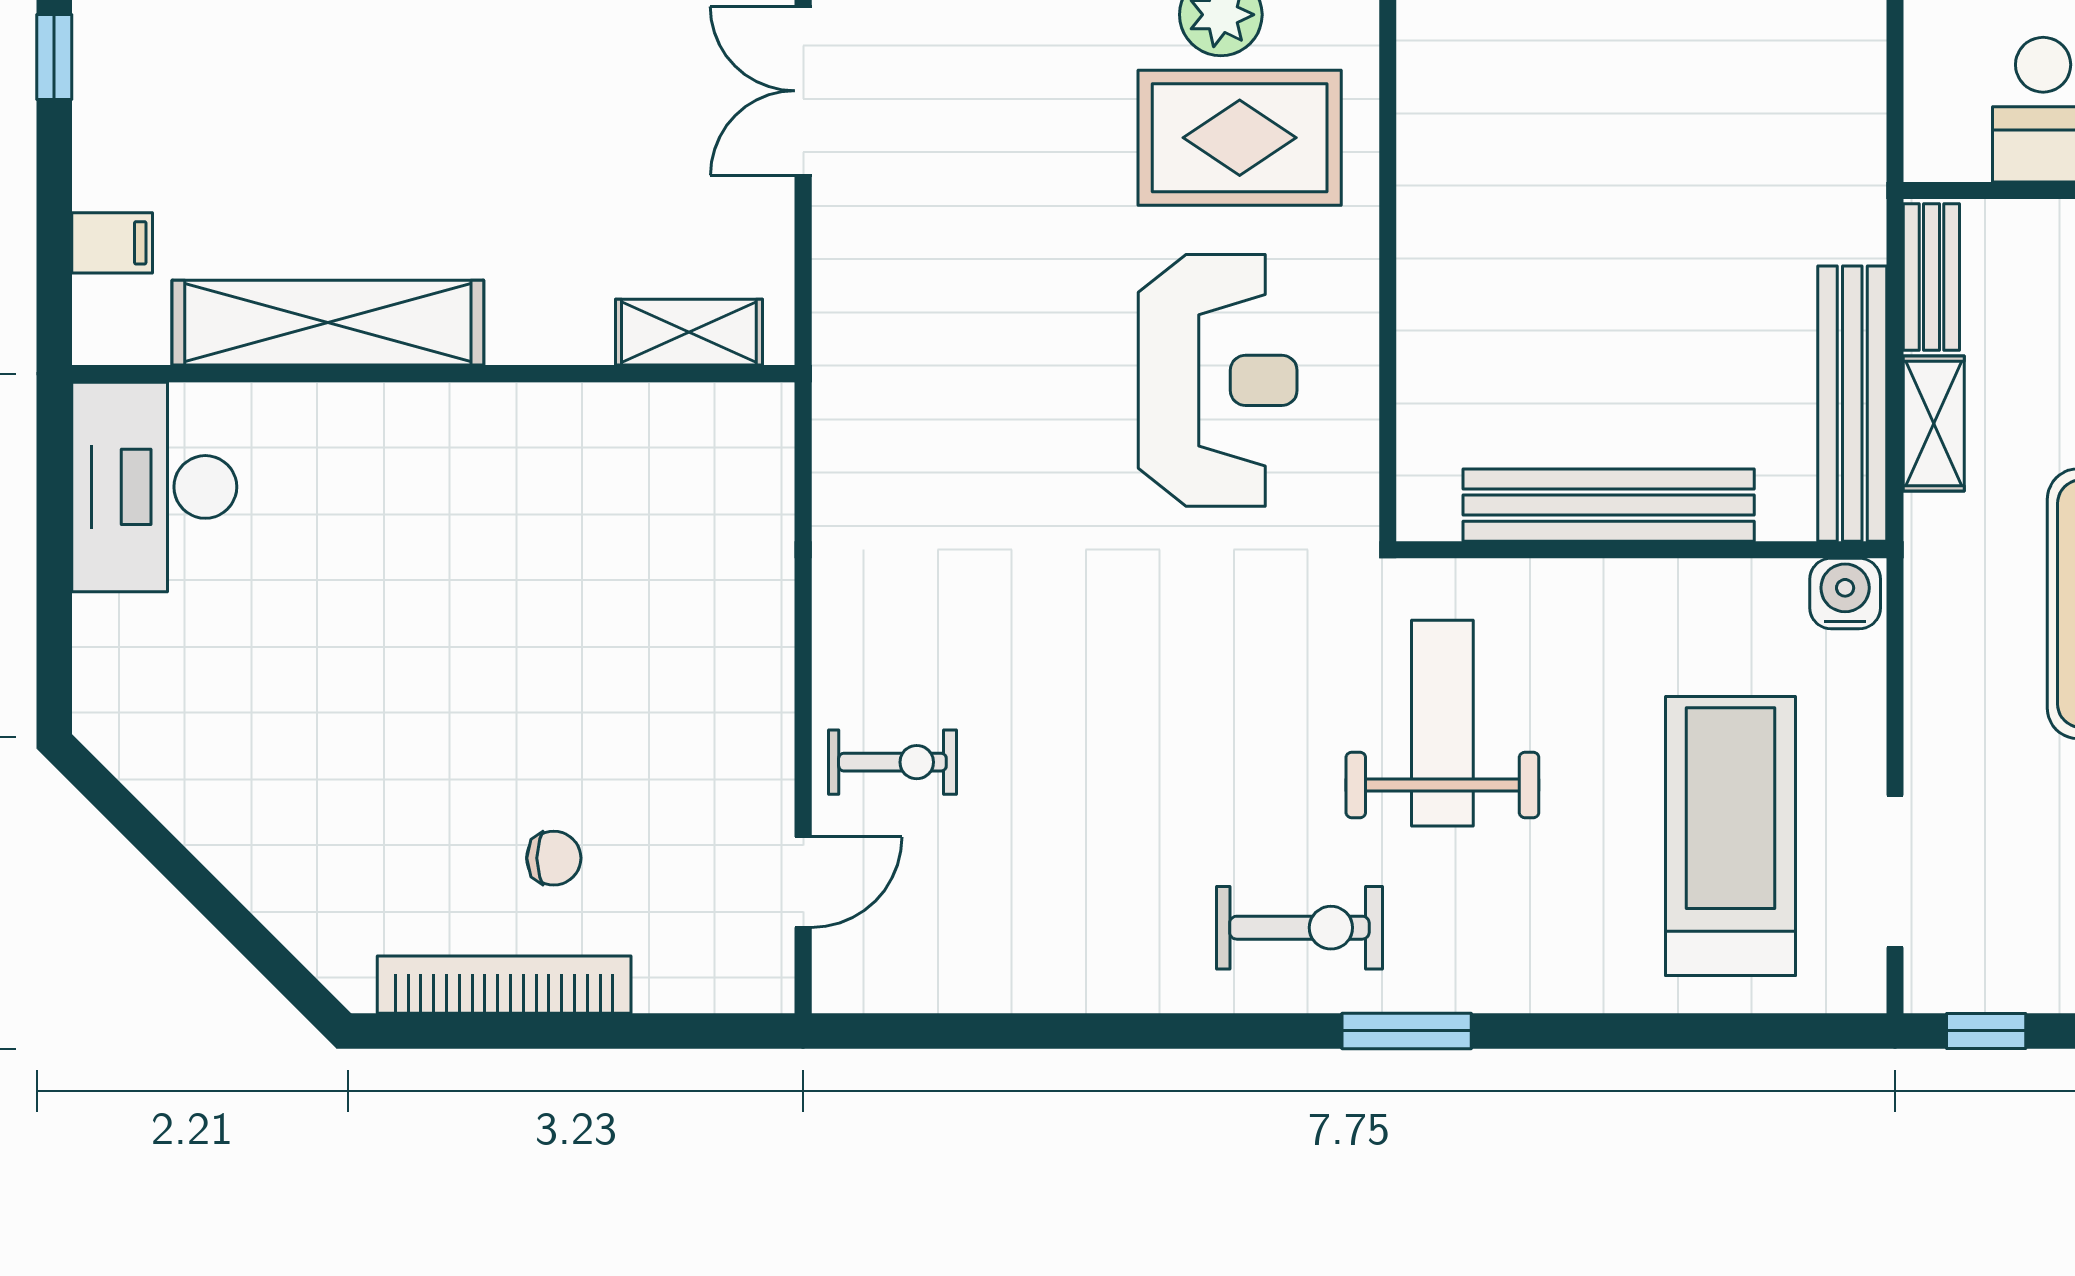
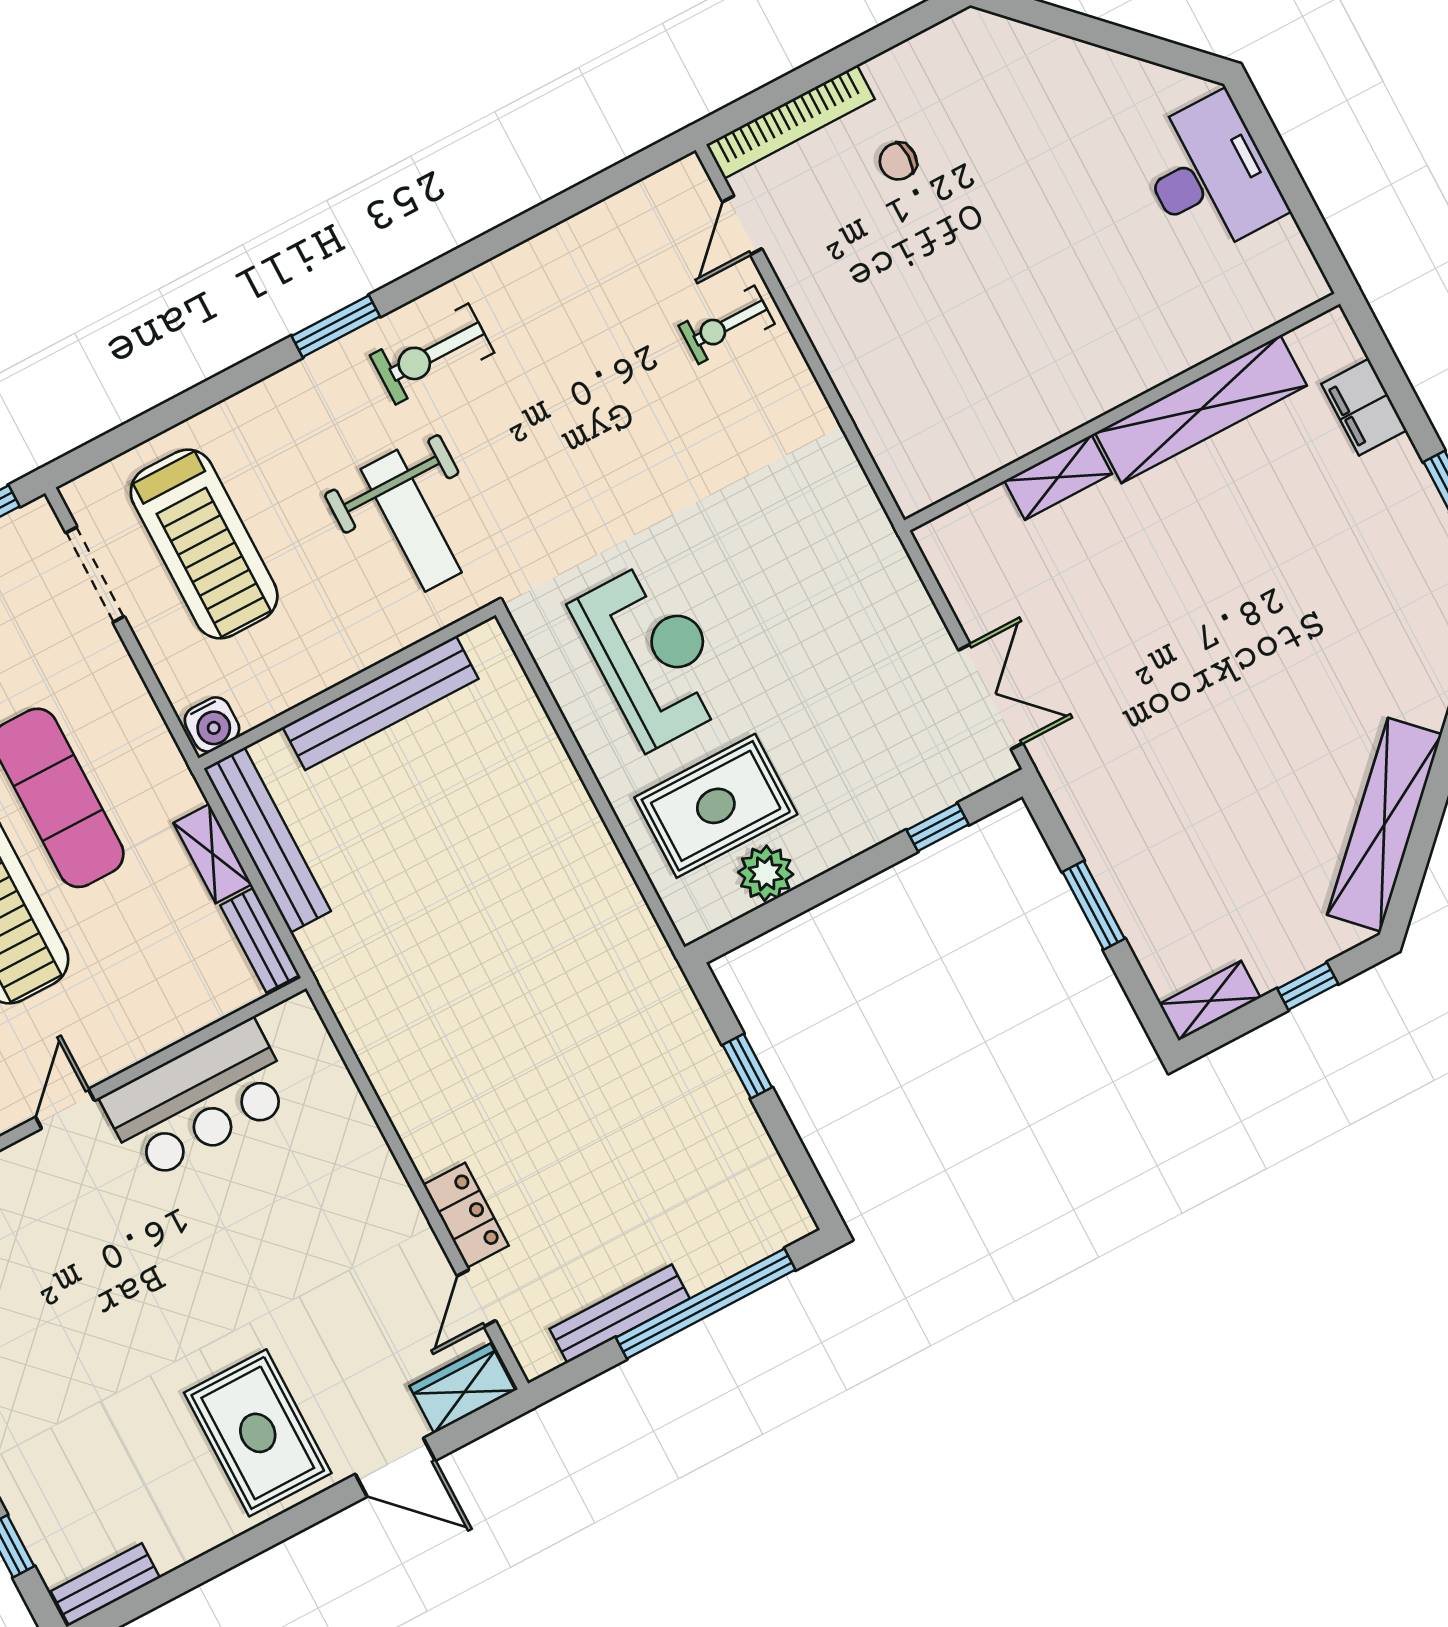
filing cabinet: (112, 243) -> (1364, 407), width x2.00
shelving: (689, 332) -> (1058, 477), moved
reception desk: (1218, 380) -> (653, 654), turned 180
desk: (154, 487) -> (1210, 175), moved
bookcase: (504, 985) -> (790, 122), moved

